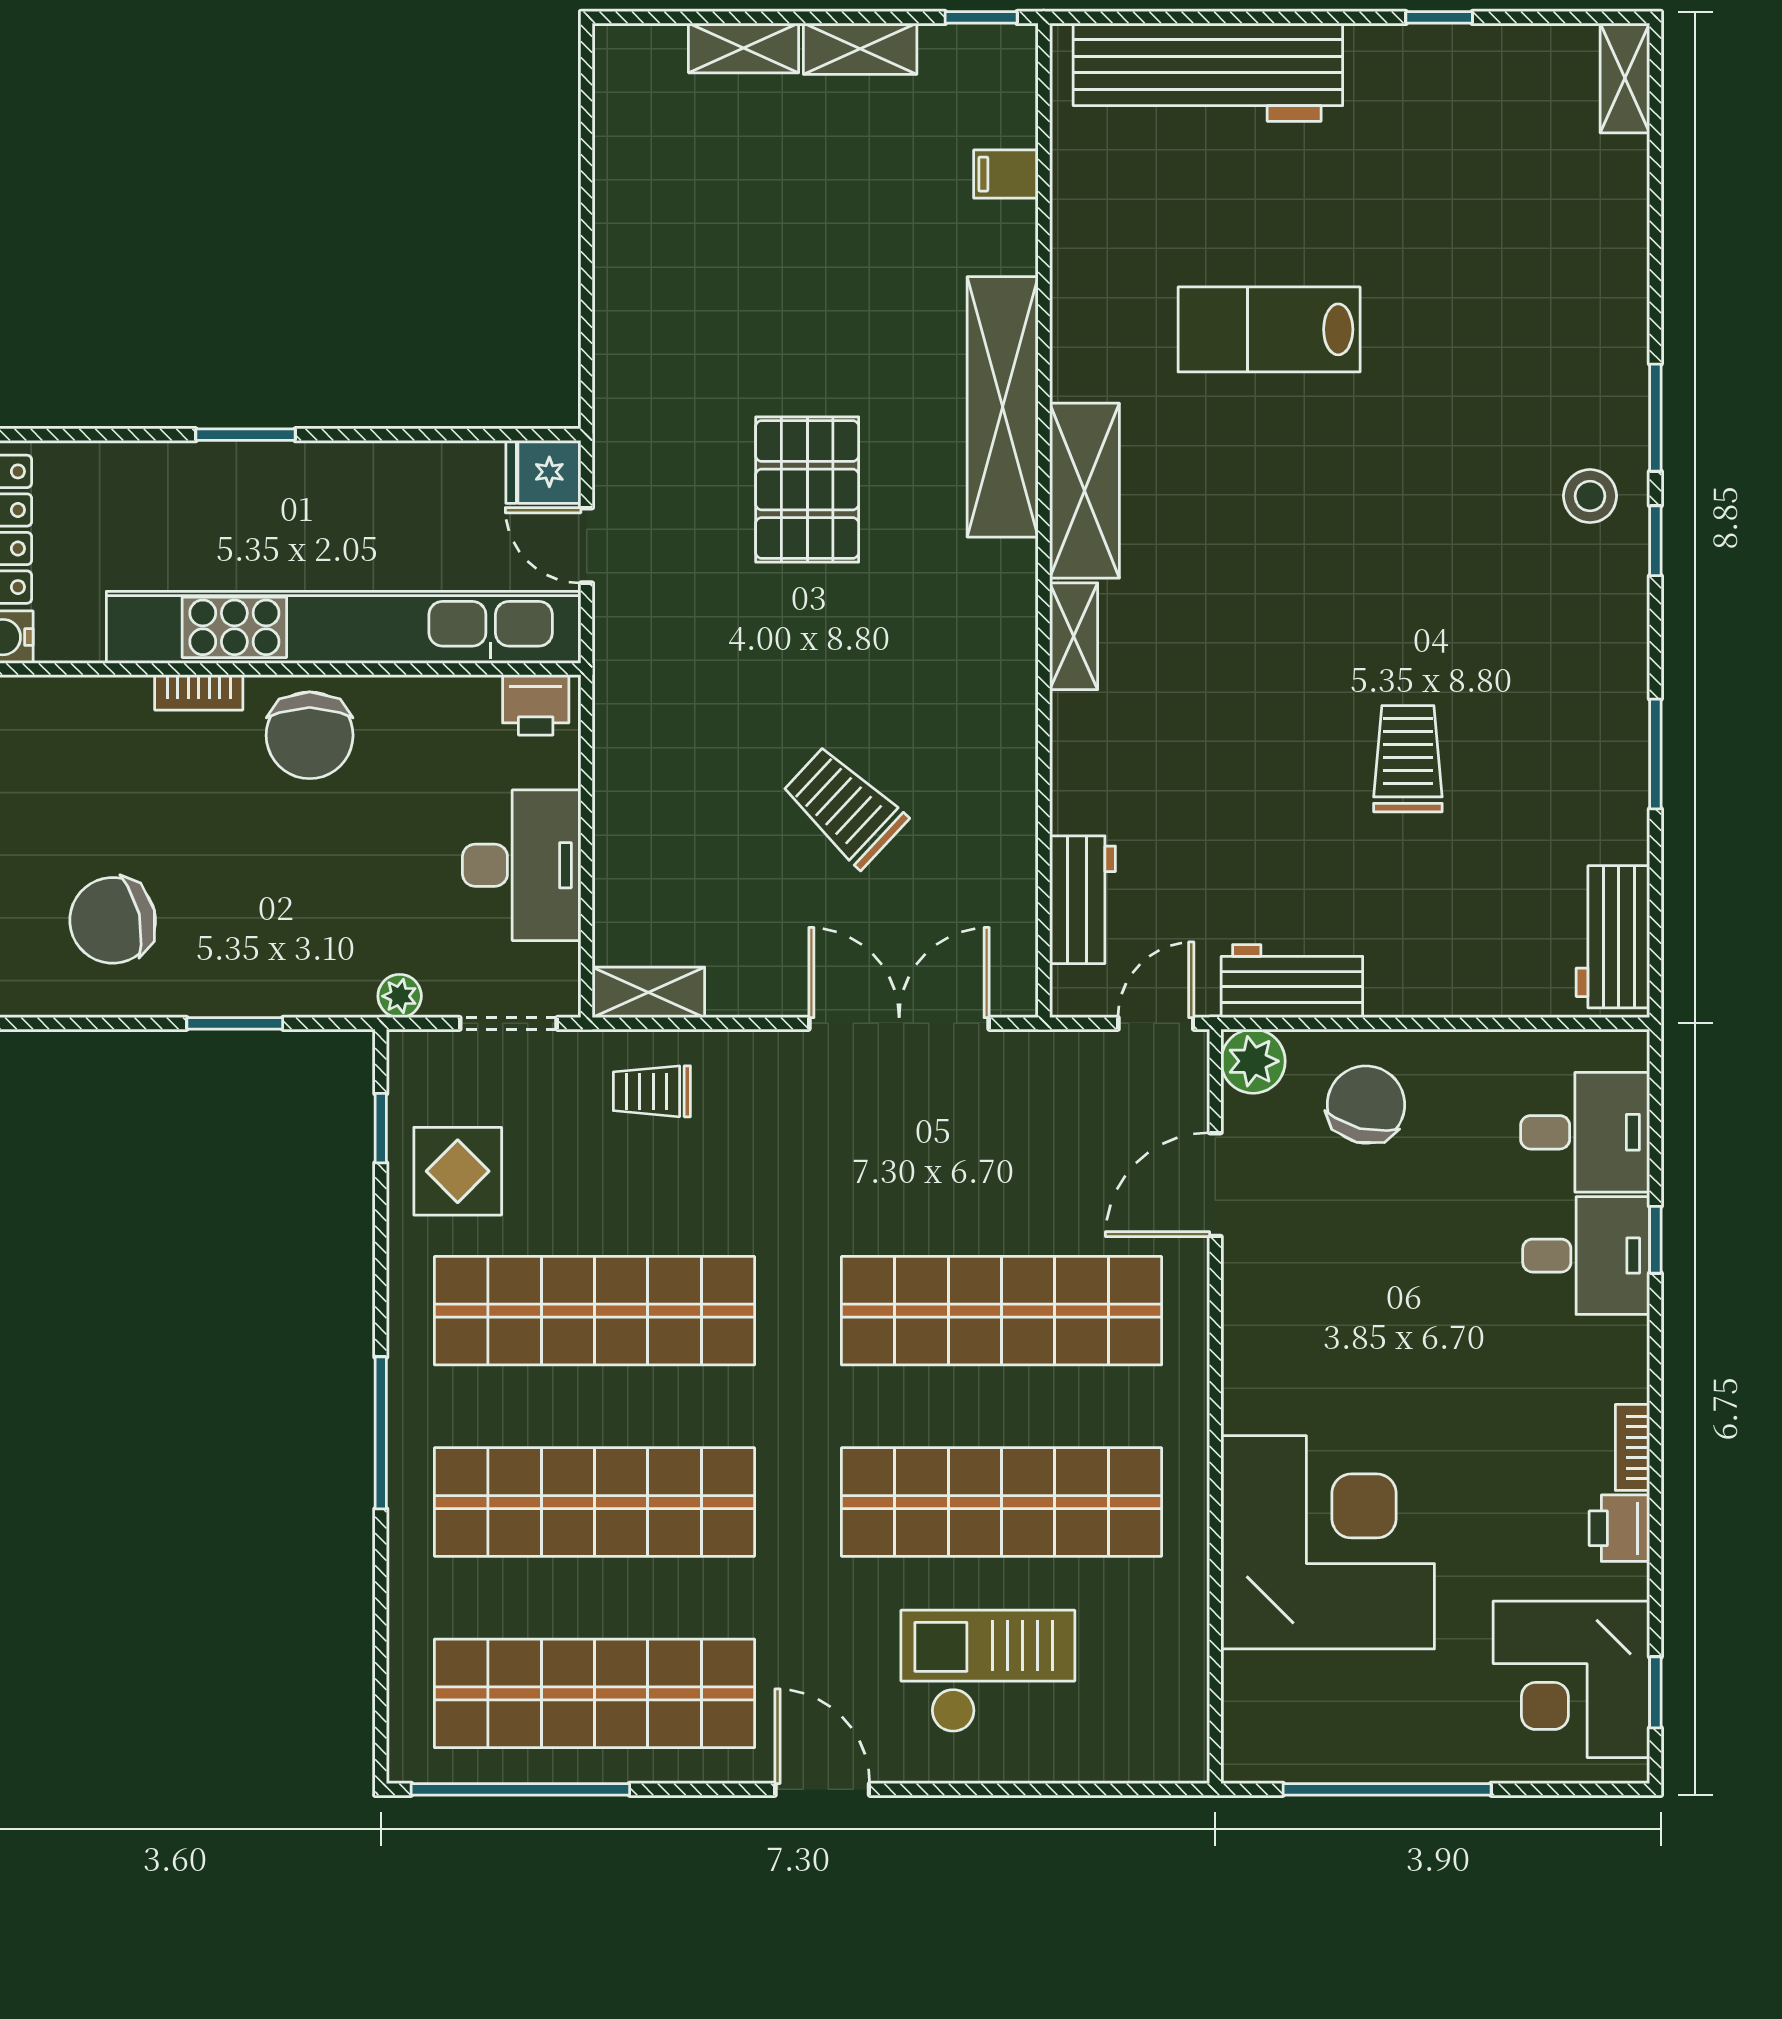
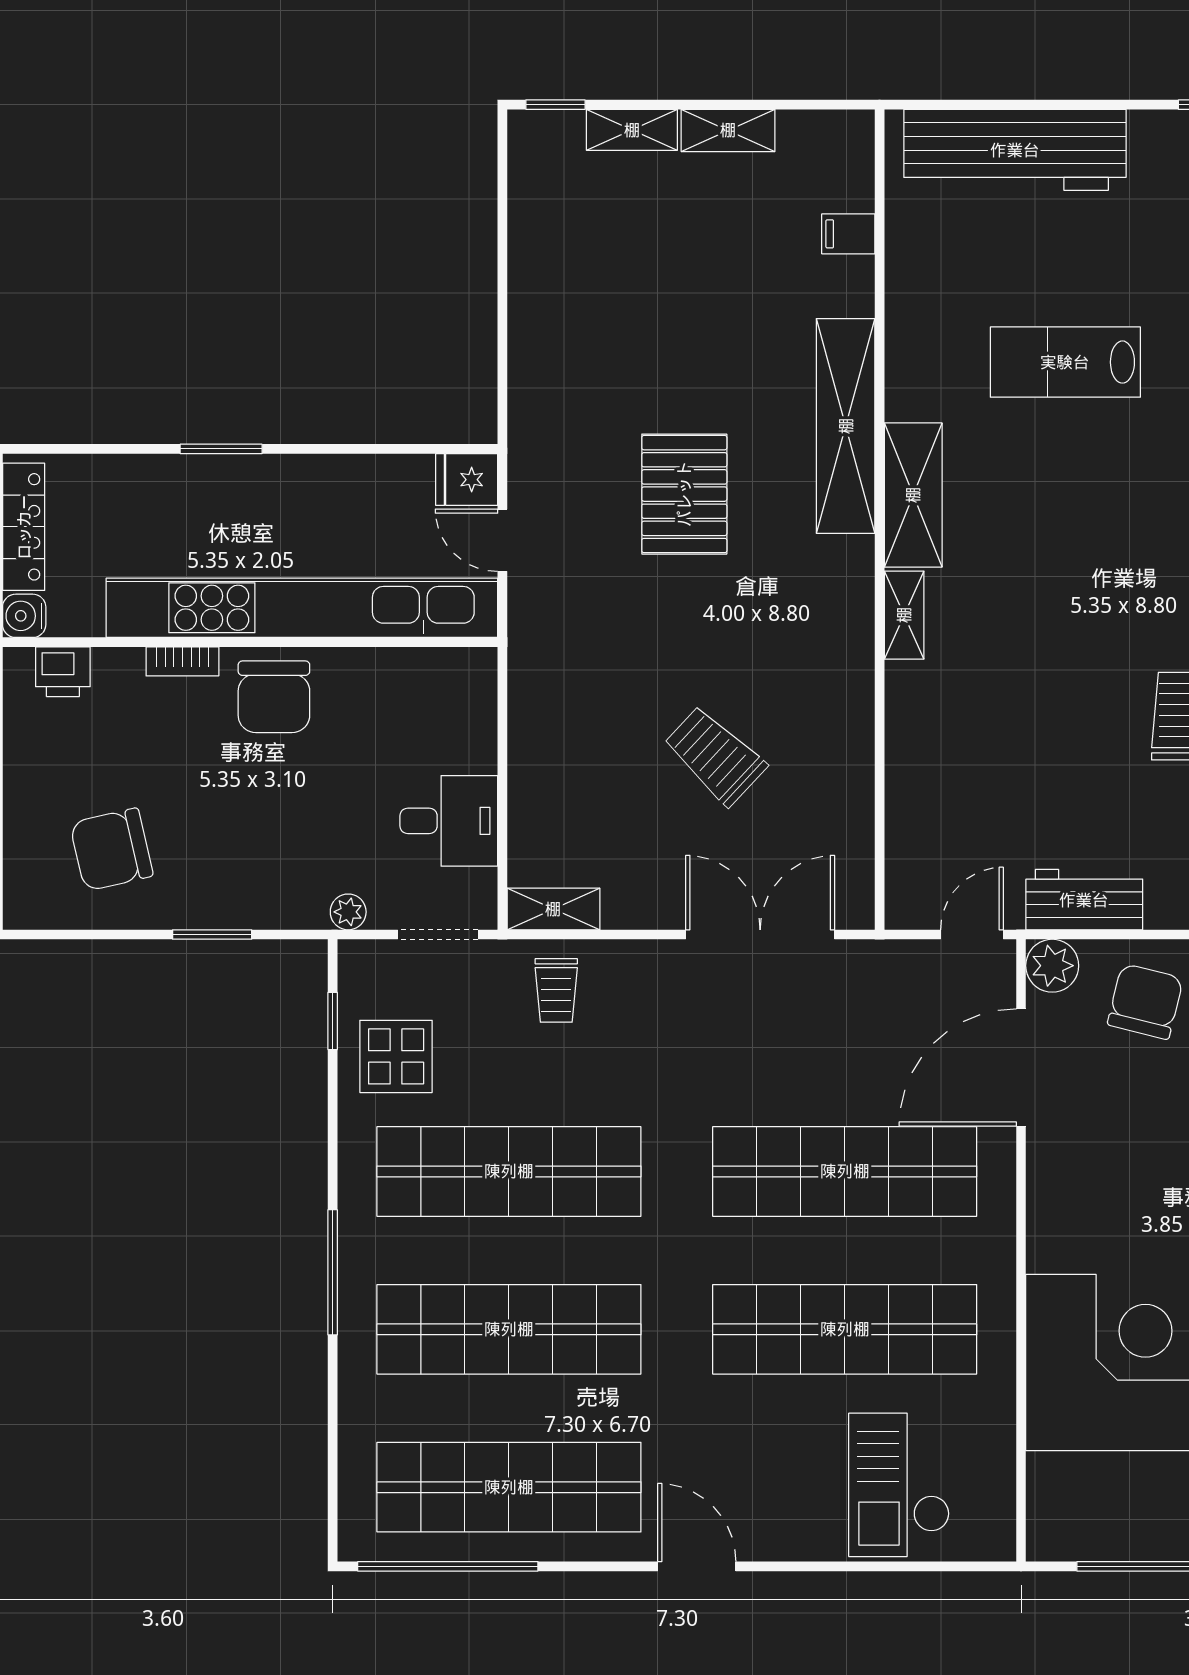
window: (981, 17) -> (555, 105), moved
printer: (536, 705) -> (63, 672), moved
desk: (522, 865) -> (449, 821), width x0.73
workbench: (1082, 900) -> (911, 832), removed
trolley: (652, 1091) -> (556, 990), turned -90
door: (1215, 1185) -> (1021, 1068), width x1.36
checkout: (988, 1671) -> (899, 1485), moved, turned -90

